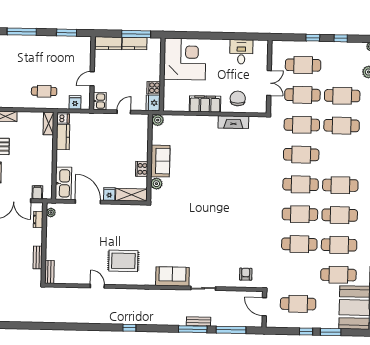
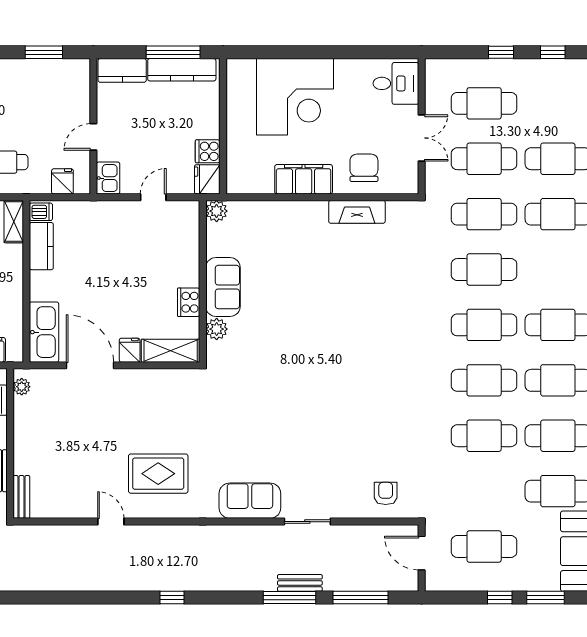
kitchen counter: (135, 43) -> (182, 70), width x1.50
desk: (241, 52) -> (396, 83), moved, turned 90
corner desk: (185, 59) -> (295, 97), moved, turned 90

